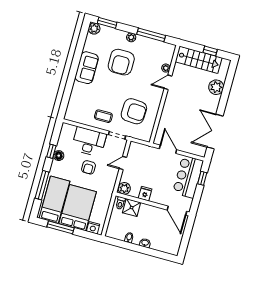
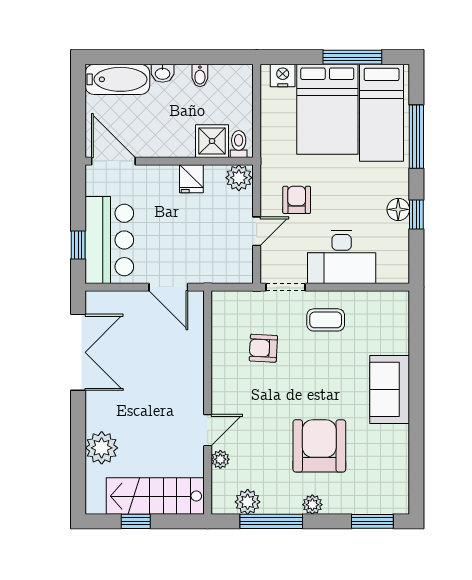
plant: (94, 29) -> (248, 502), moved
sofa: (87, 68) -> (390, 389), moved
armchair: (134, 111) -> (263, 348), width x0.53, depth x0.53
armchair: (88, 167) -> (297, 200), moved
bathtub: (165, 246) -> (117, 79), added

